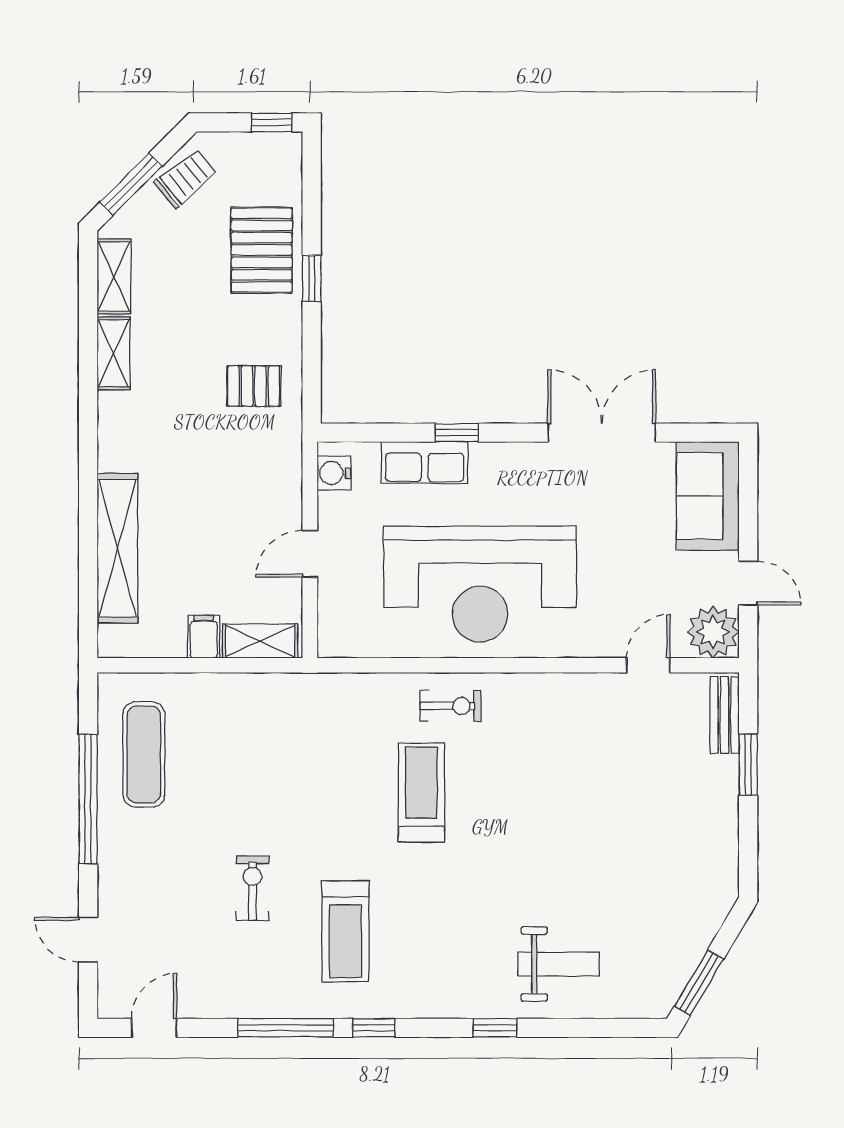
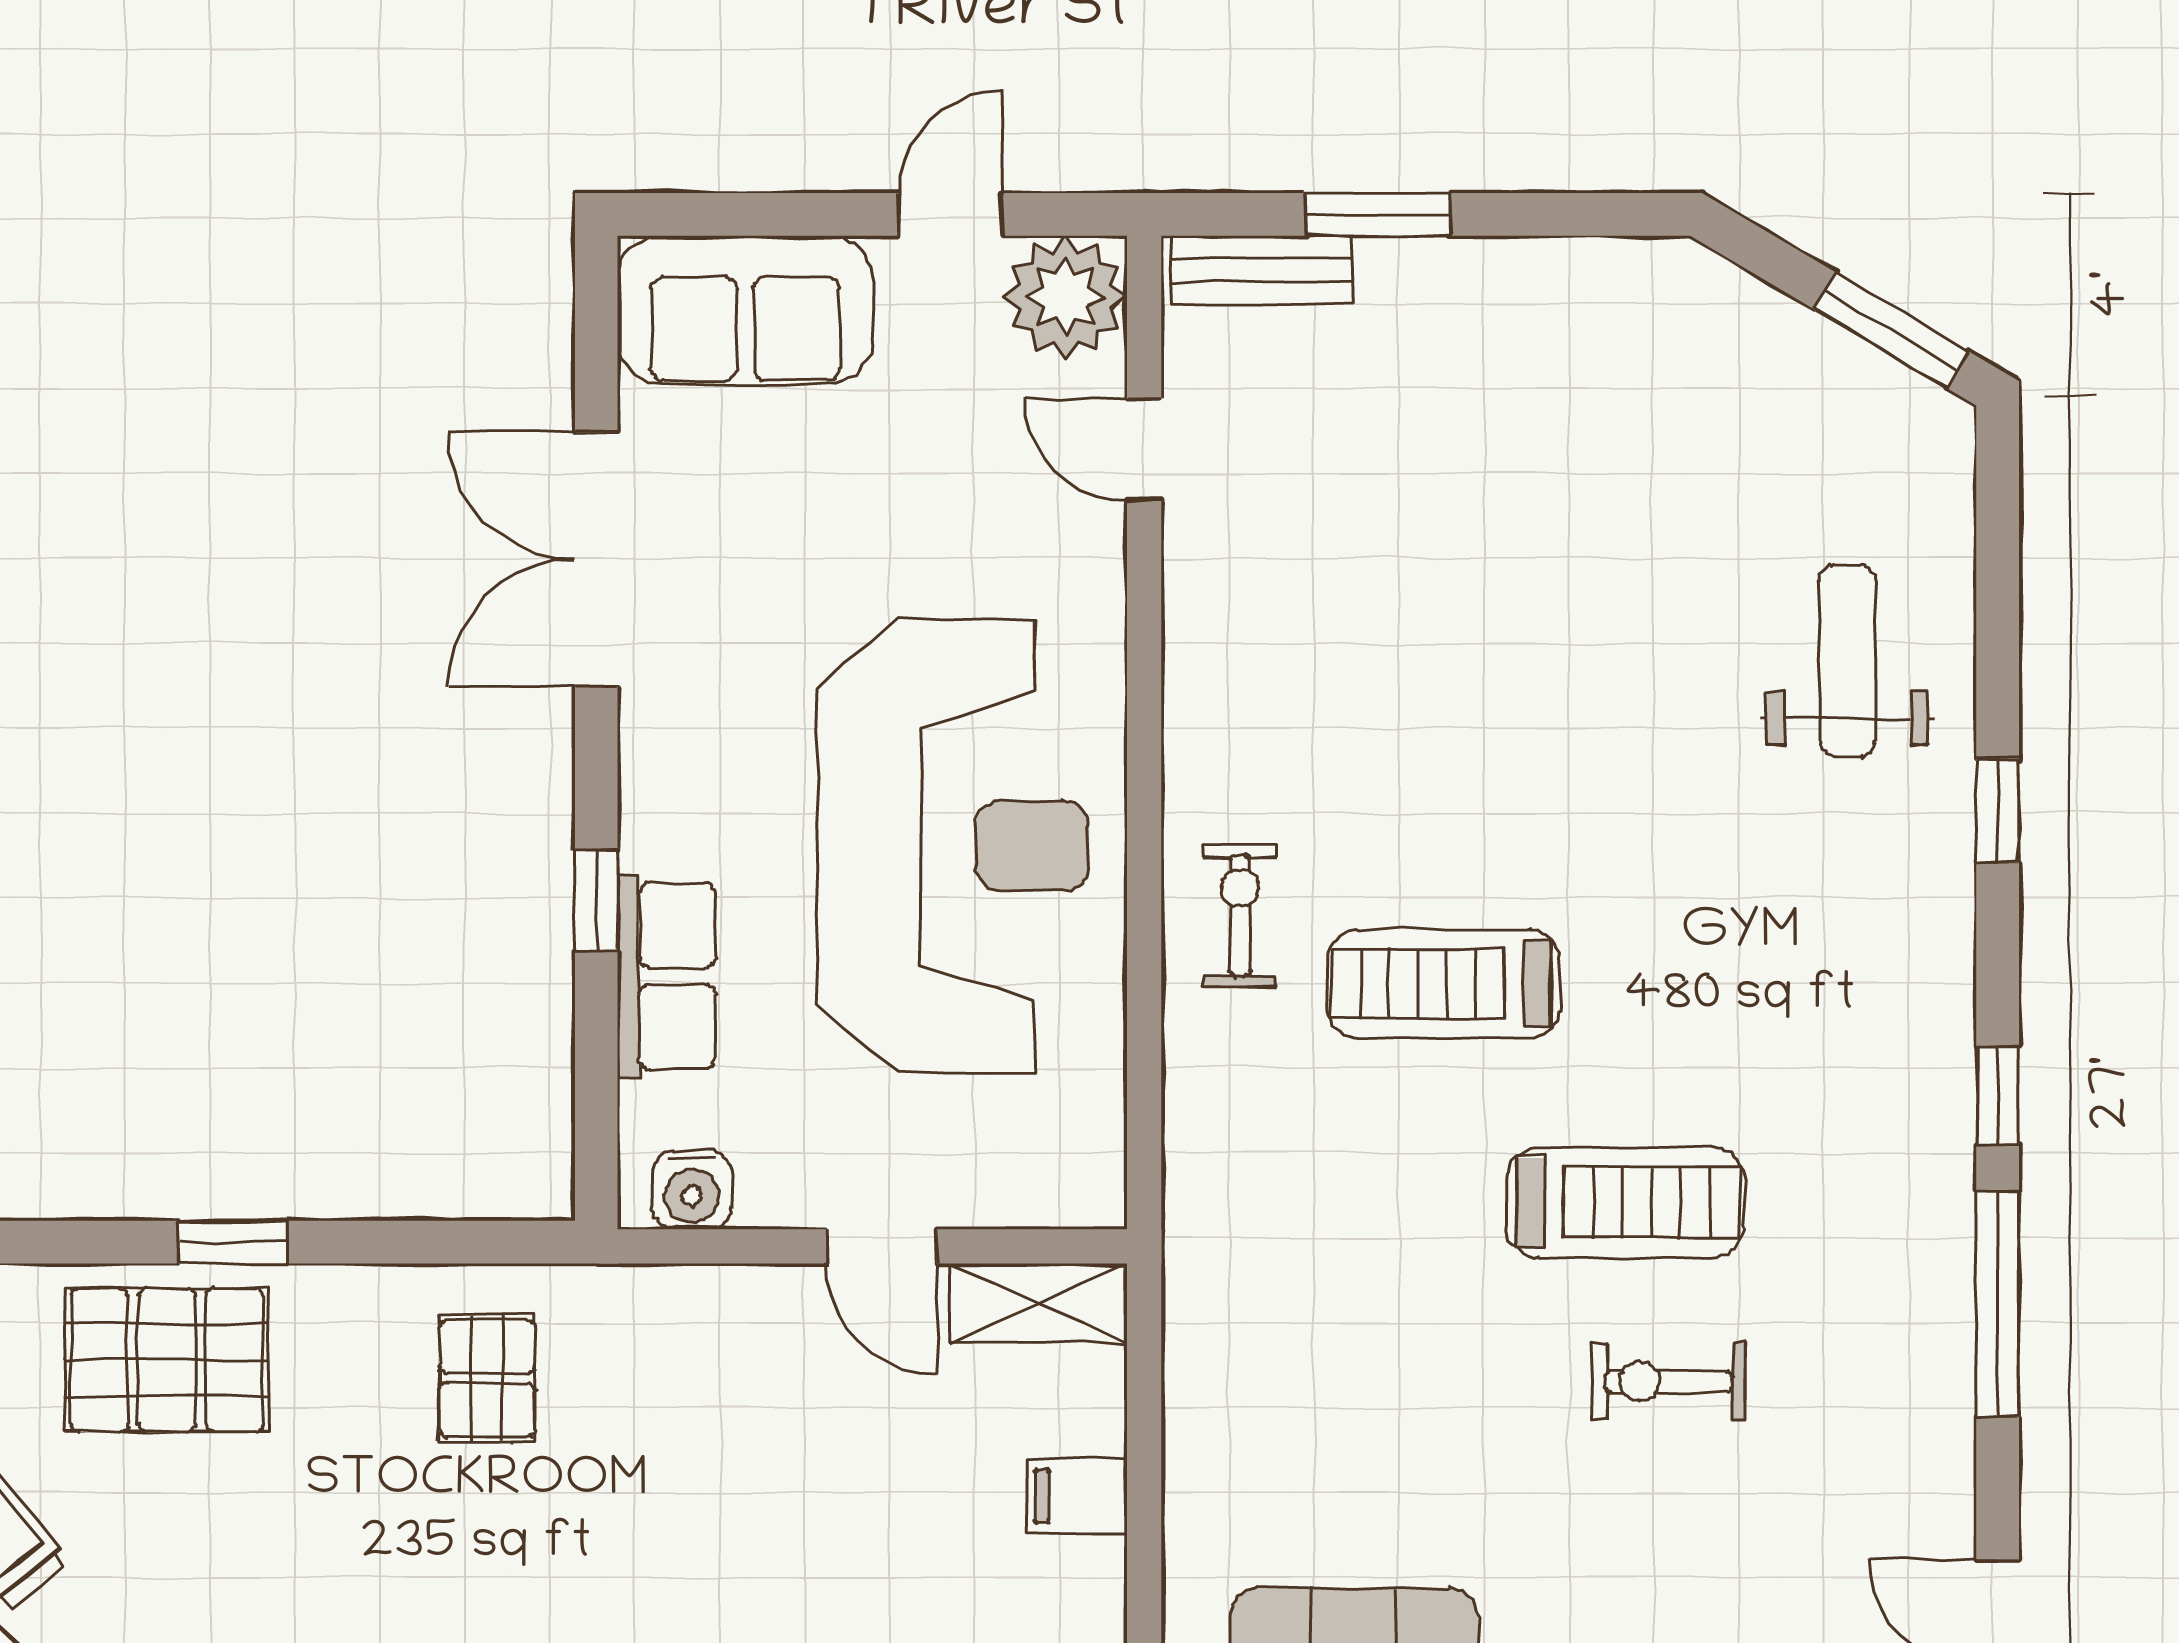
shelving: (260, 641) -> (1039, 1303), moved, turned 90
treadmill: (345, 931) -> (1625, 1202), moved

